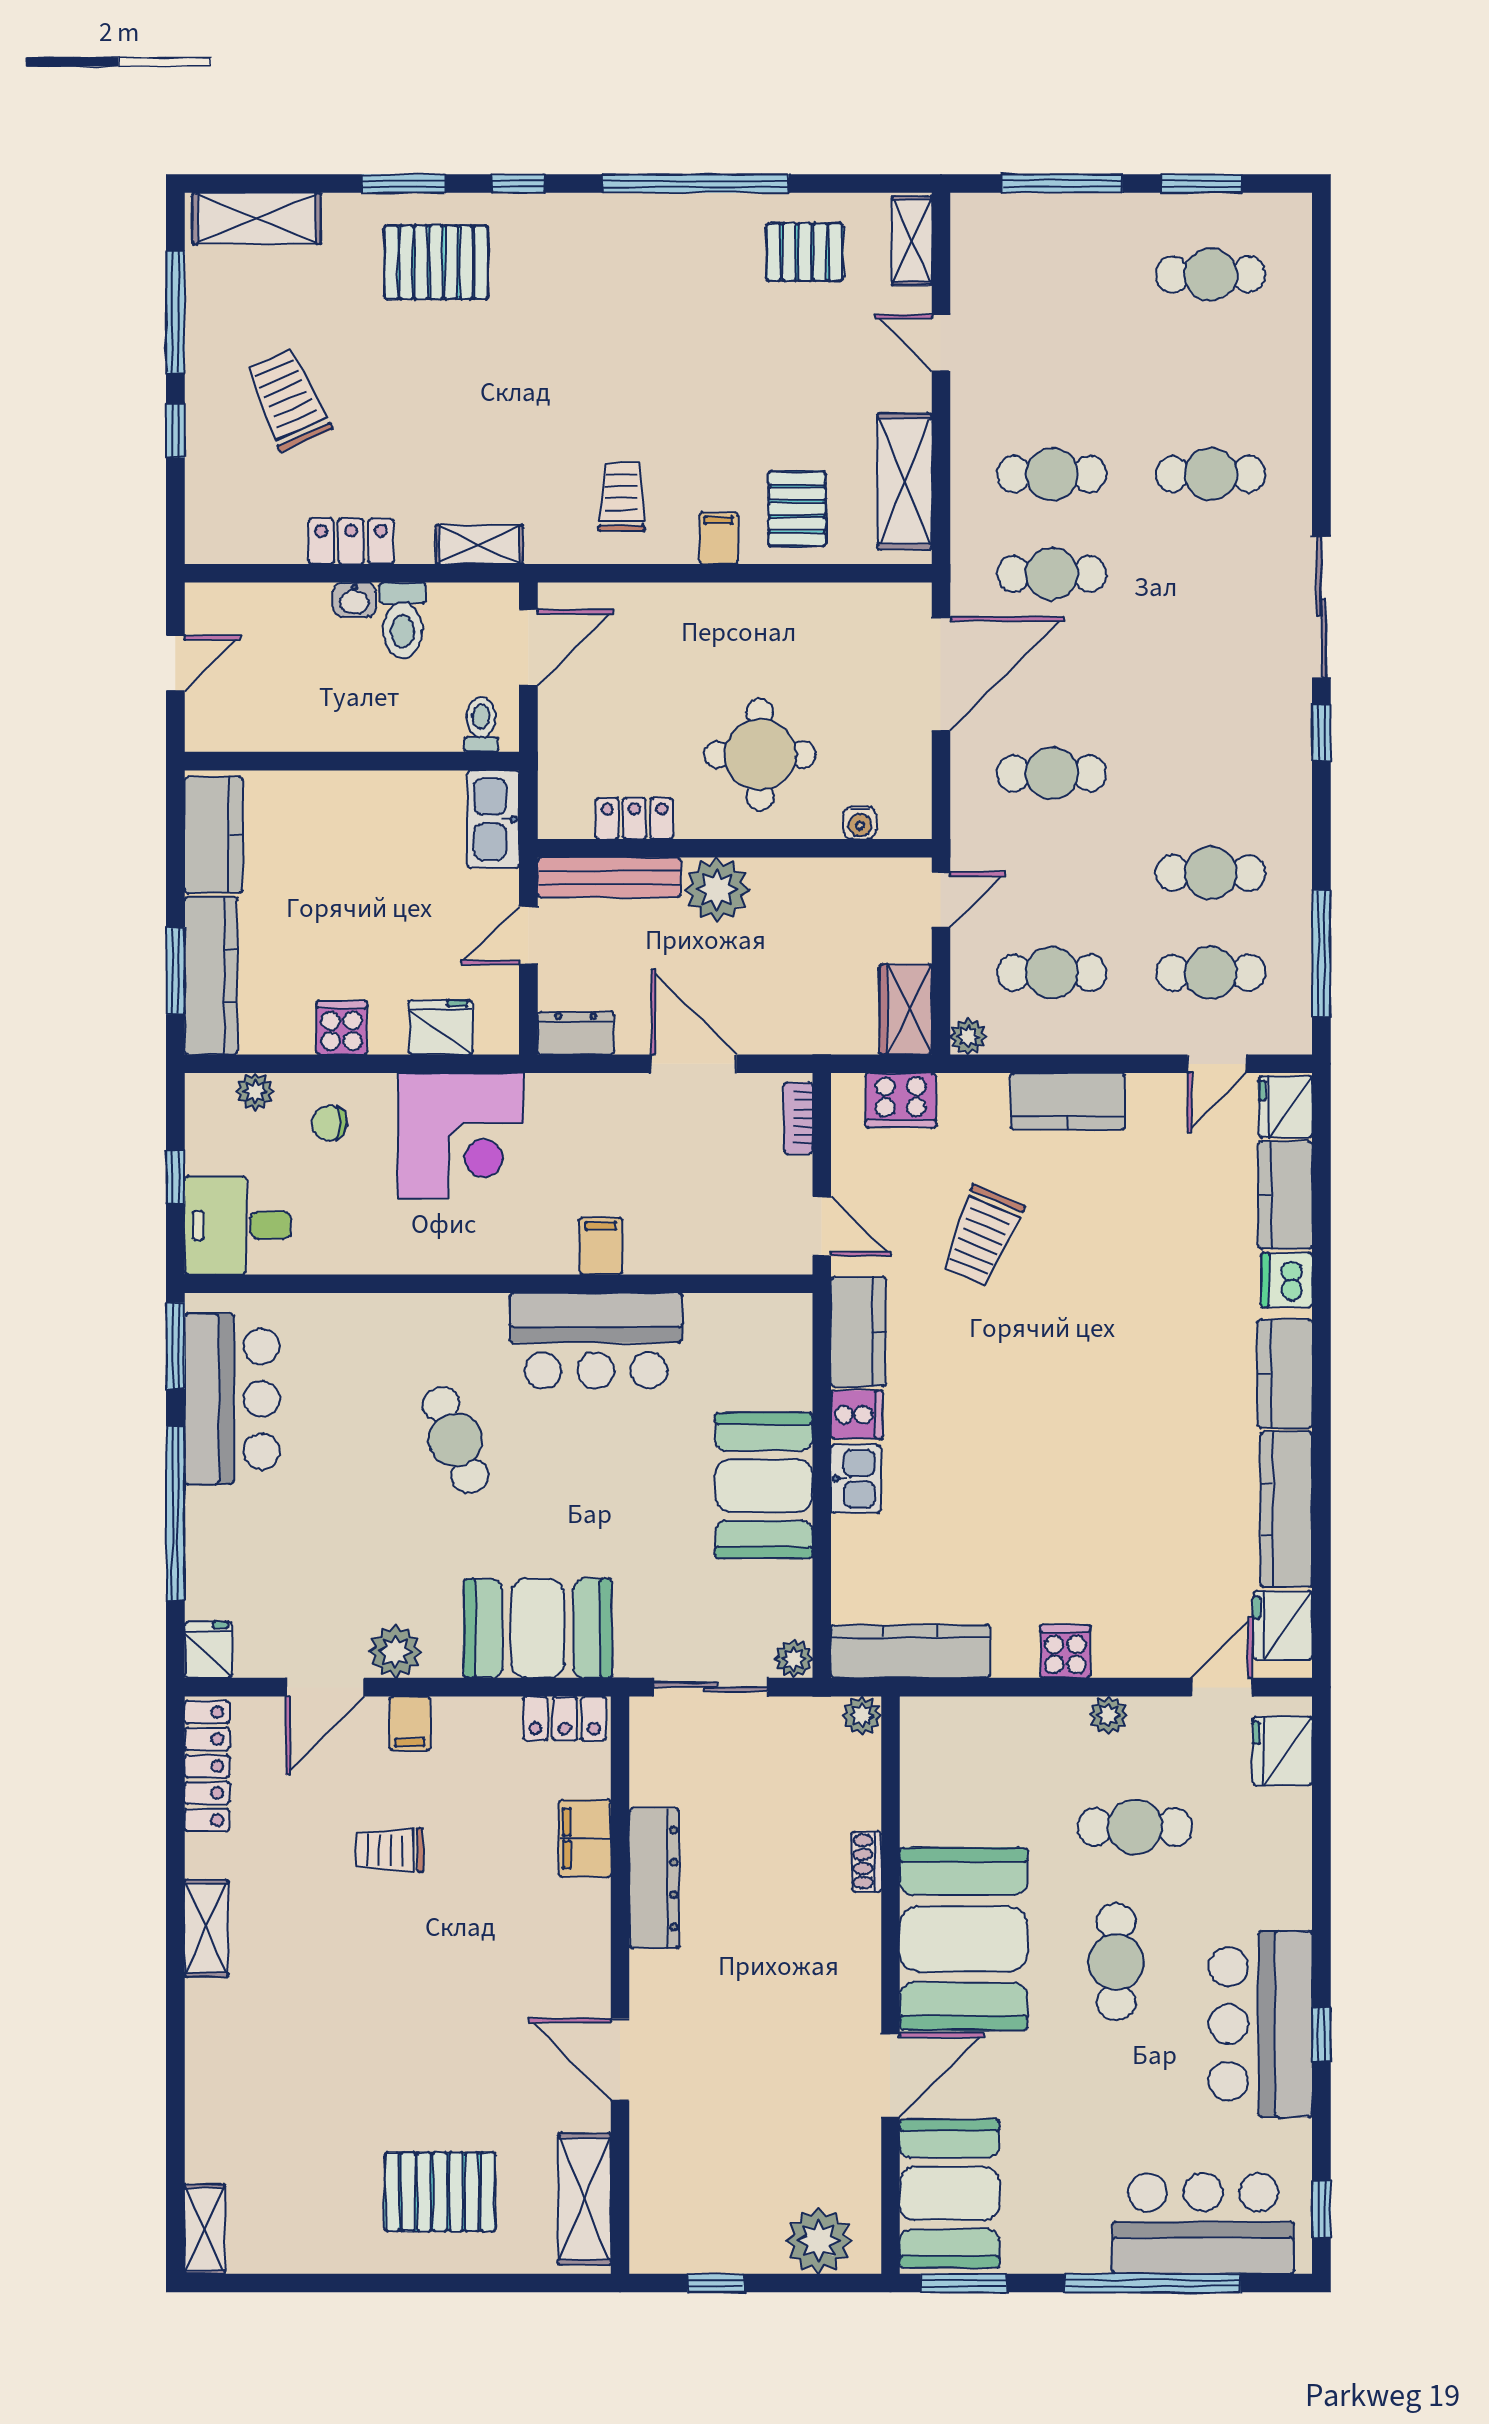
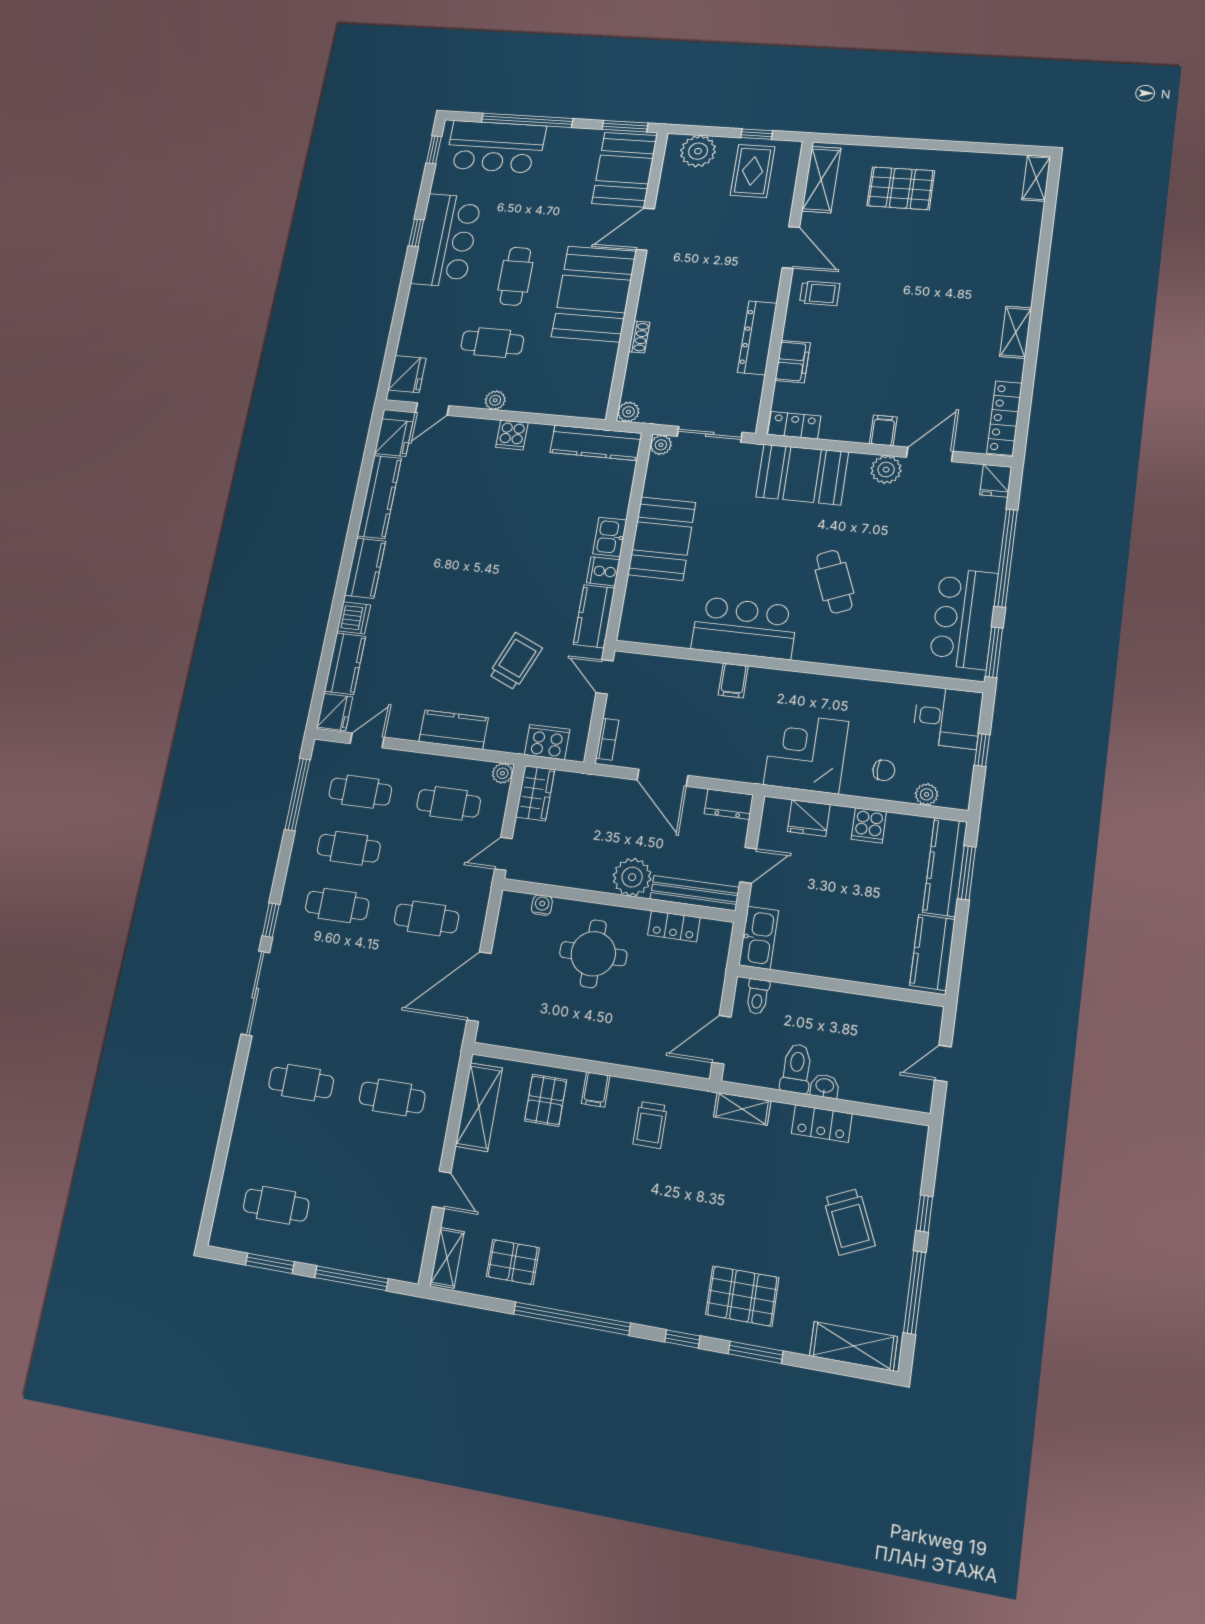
cafe table: (1052, 574) -> (337, 905), moved
trolley: (390, 1850) -> (820, 293), moved
rug: (712, 2207) -> (753, 171), added

